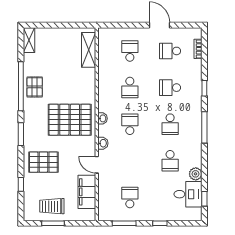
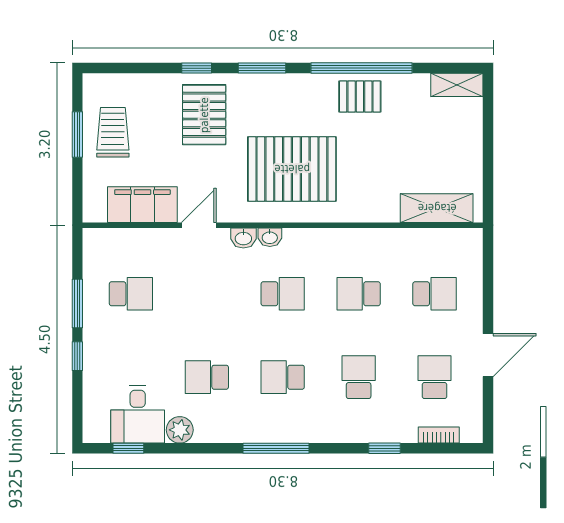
window: (204, 88) -> (385, 448), moved
washbasin: (103, 118) -> (270, 237), moved
pallet: (70, 120) -> (292, 169), turned 90
window: (21, 184) -> (197, 68), moved
window: (124, 223) -> (77, 304), moved

